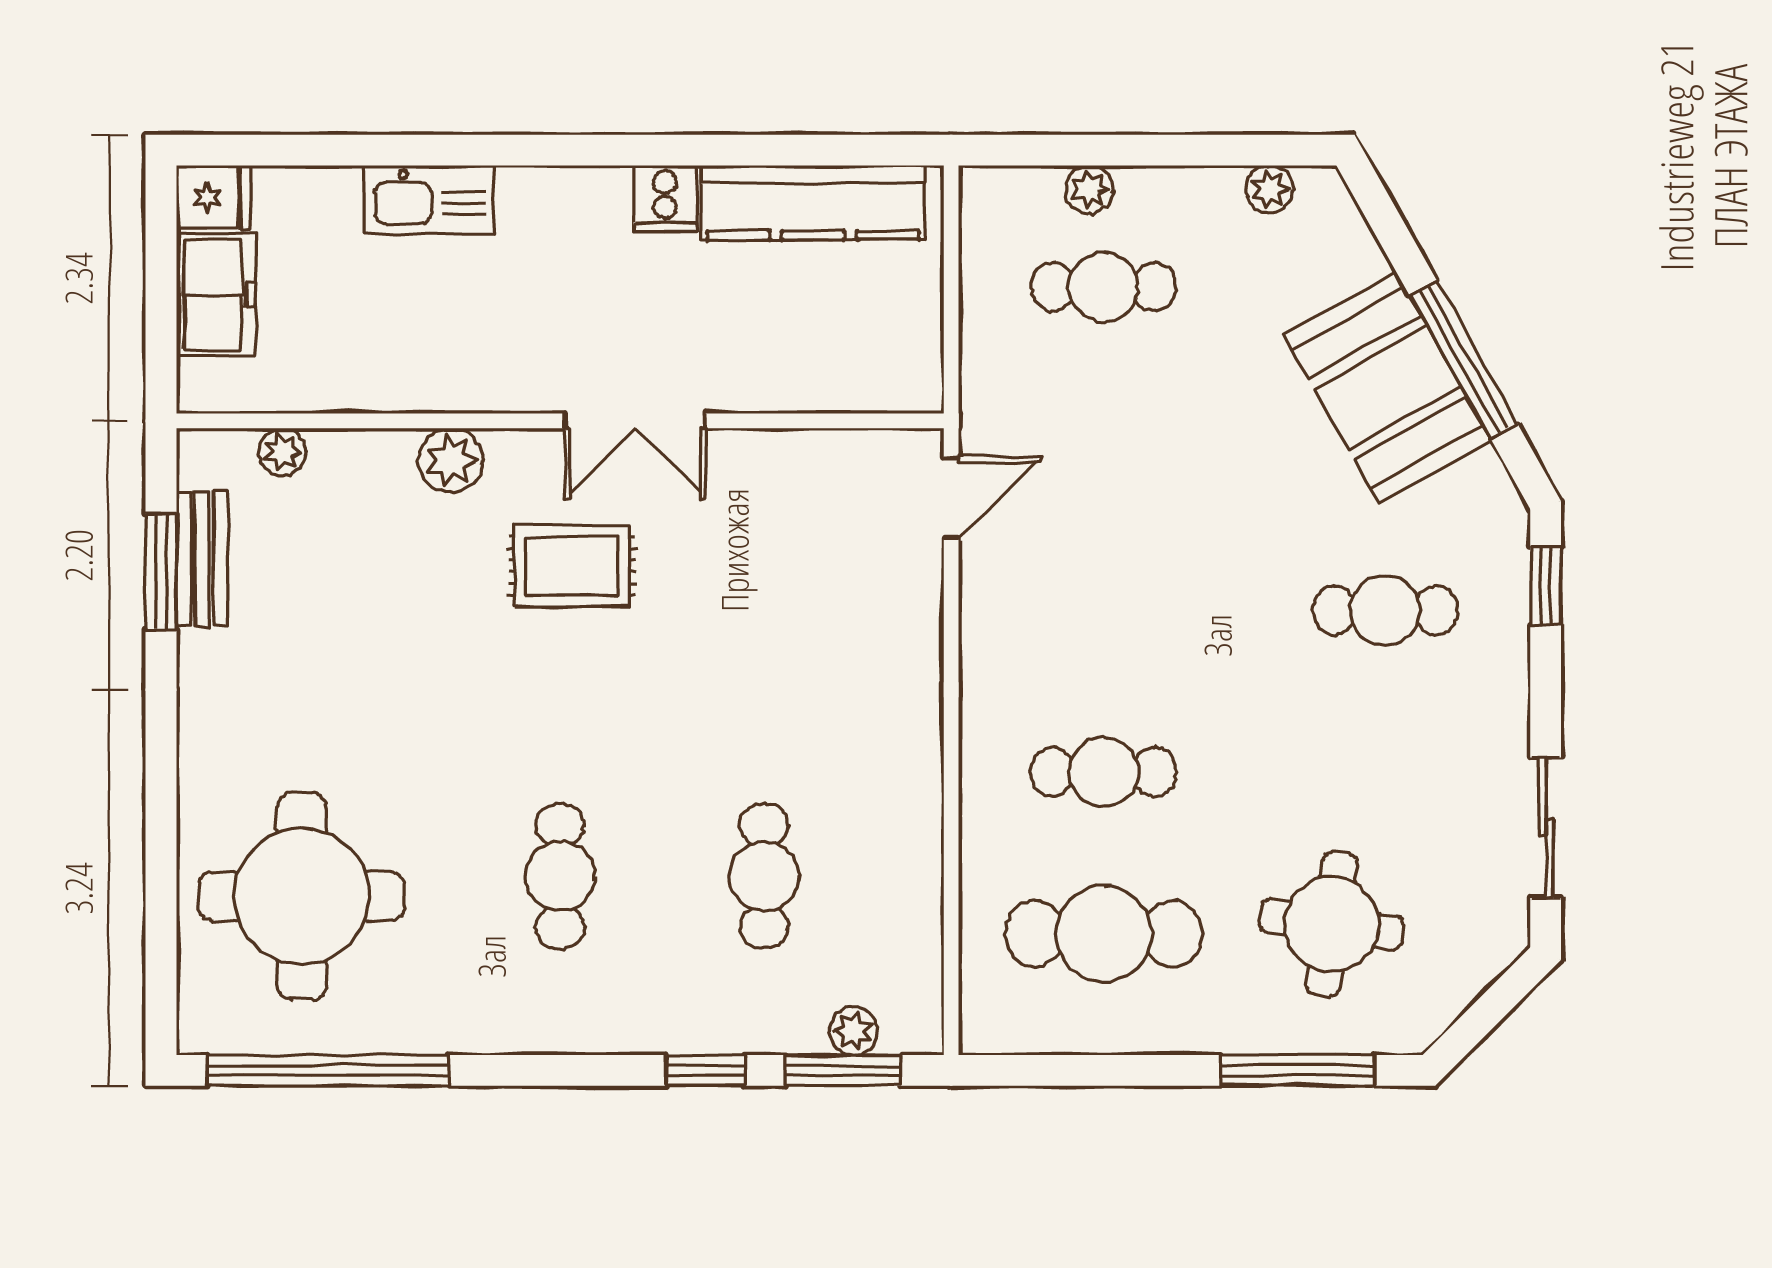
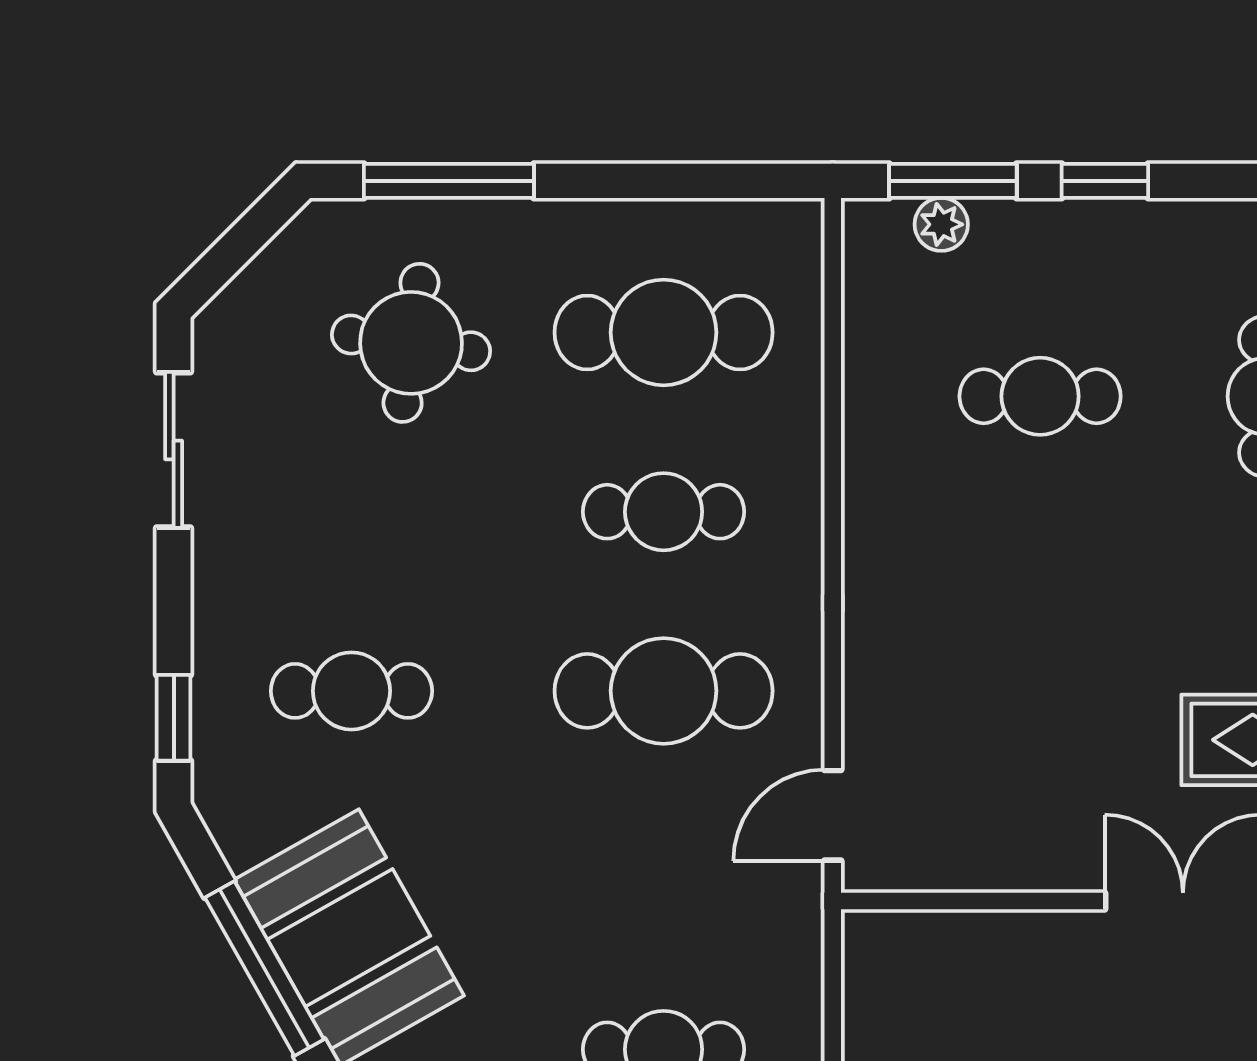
cafe table: (1104, 610) -> (664, 691), added
cafe table: (764, 876) -> (1040, 396), turned 90

